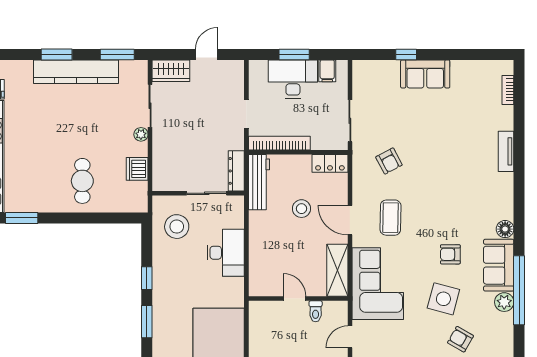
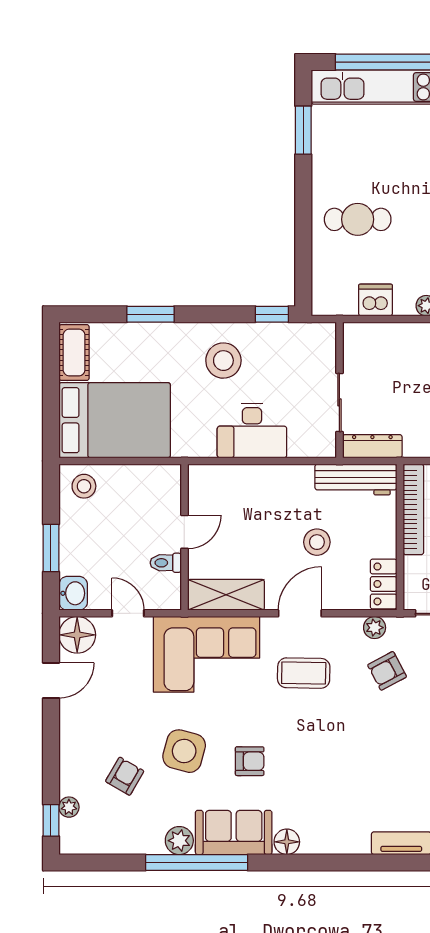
plant: (360, 169) -> (375, 628), added
stool: (177, 227) -> (223, 361), moved
armchair: (450, 254) -> (250, 761), turned 90
window: (147, 278) -> (272, 314), moved

